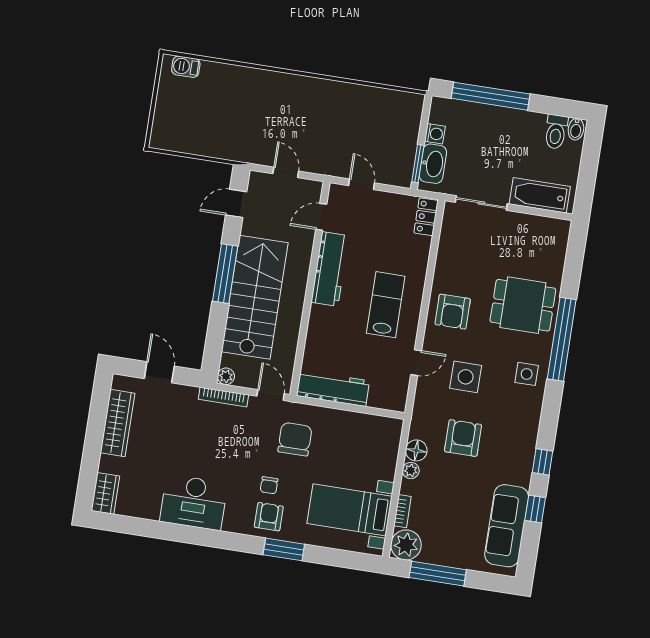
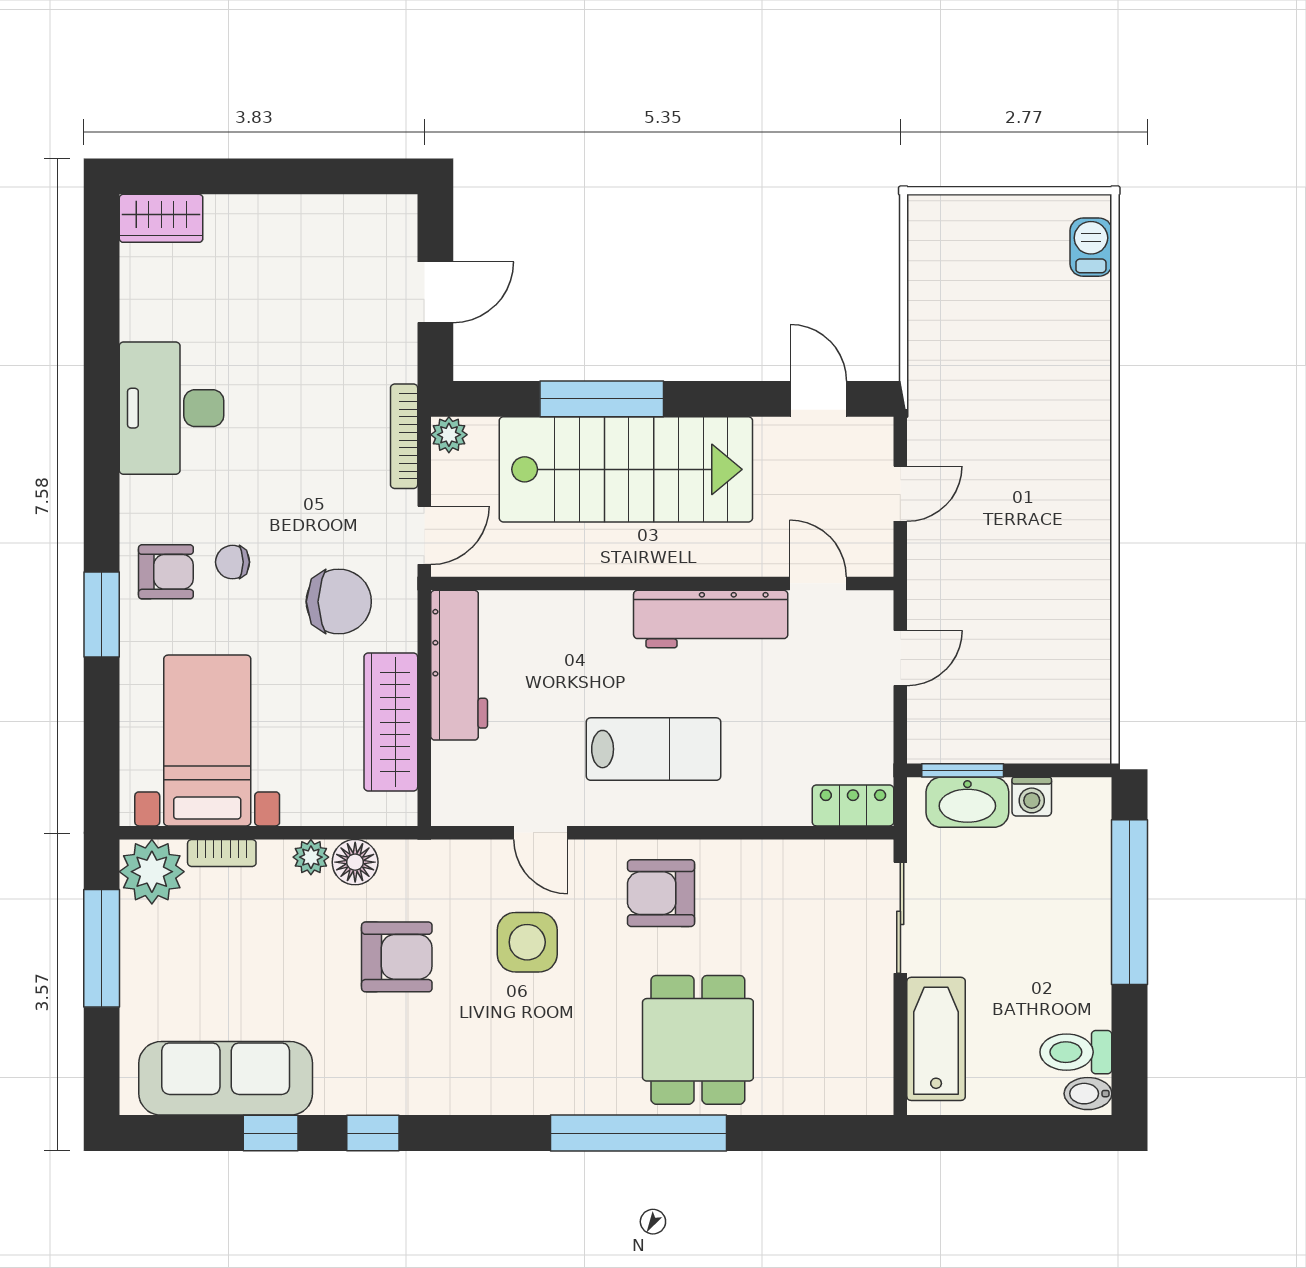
window: (225, 274) -> (602, 399), moved
side table: (527, 374) -> (553, 1070), removed
wardrobe: (118, 423) -> (391, 722), moved, turned 90

